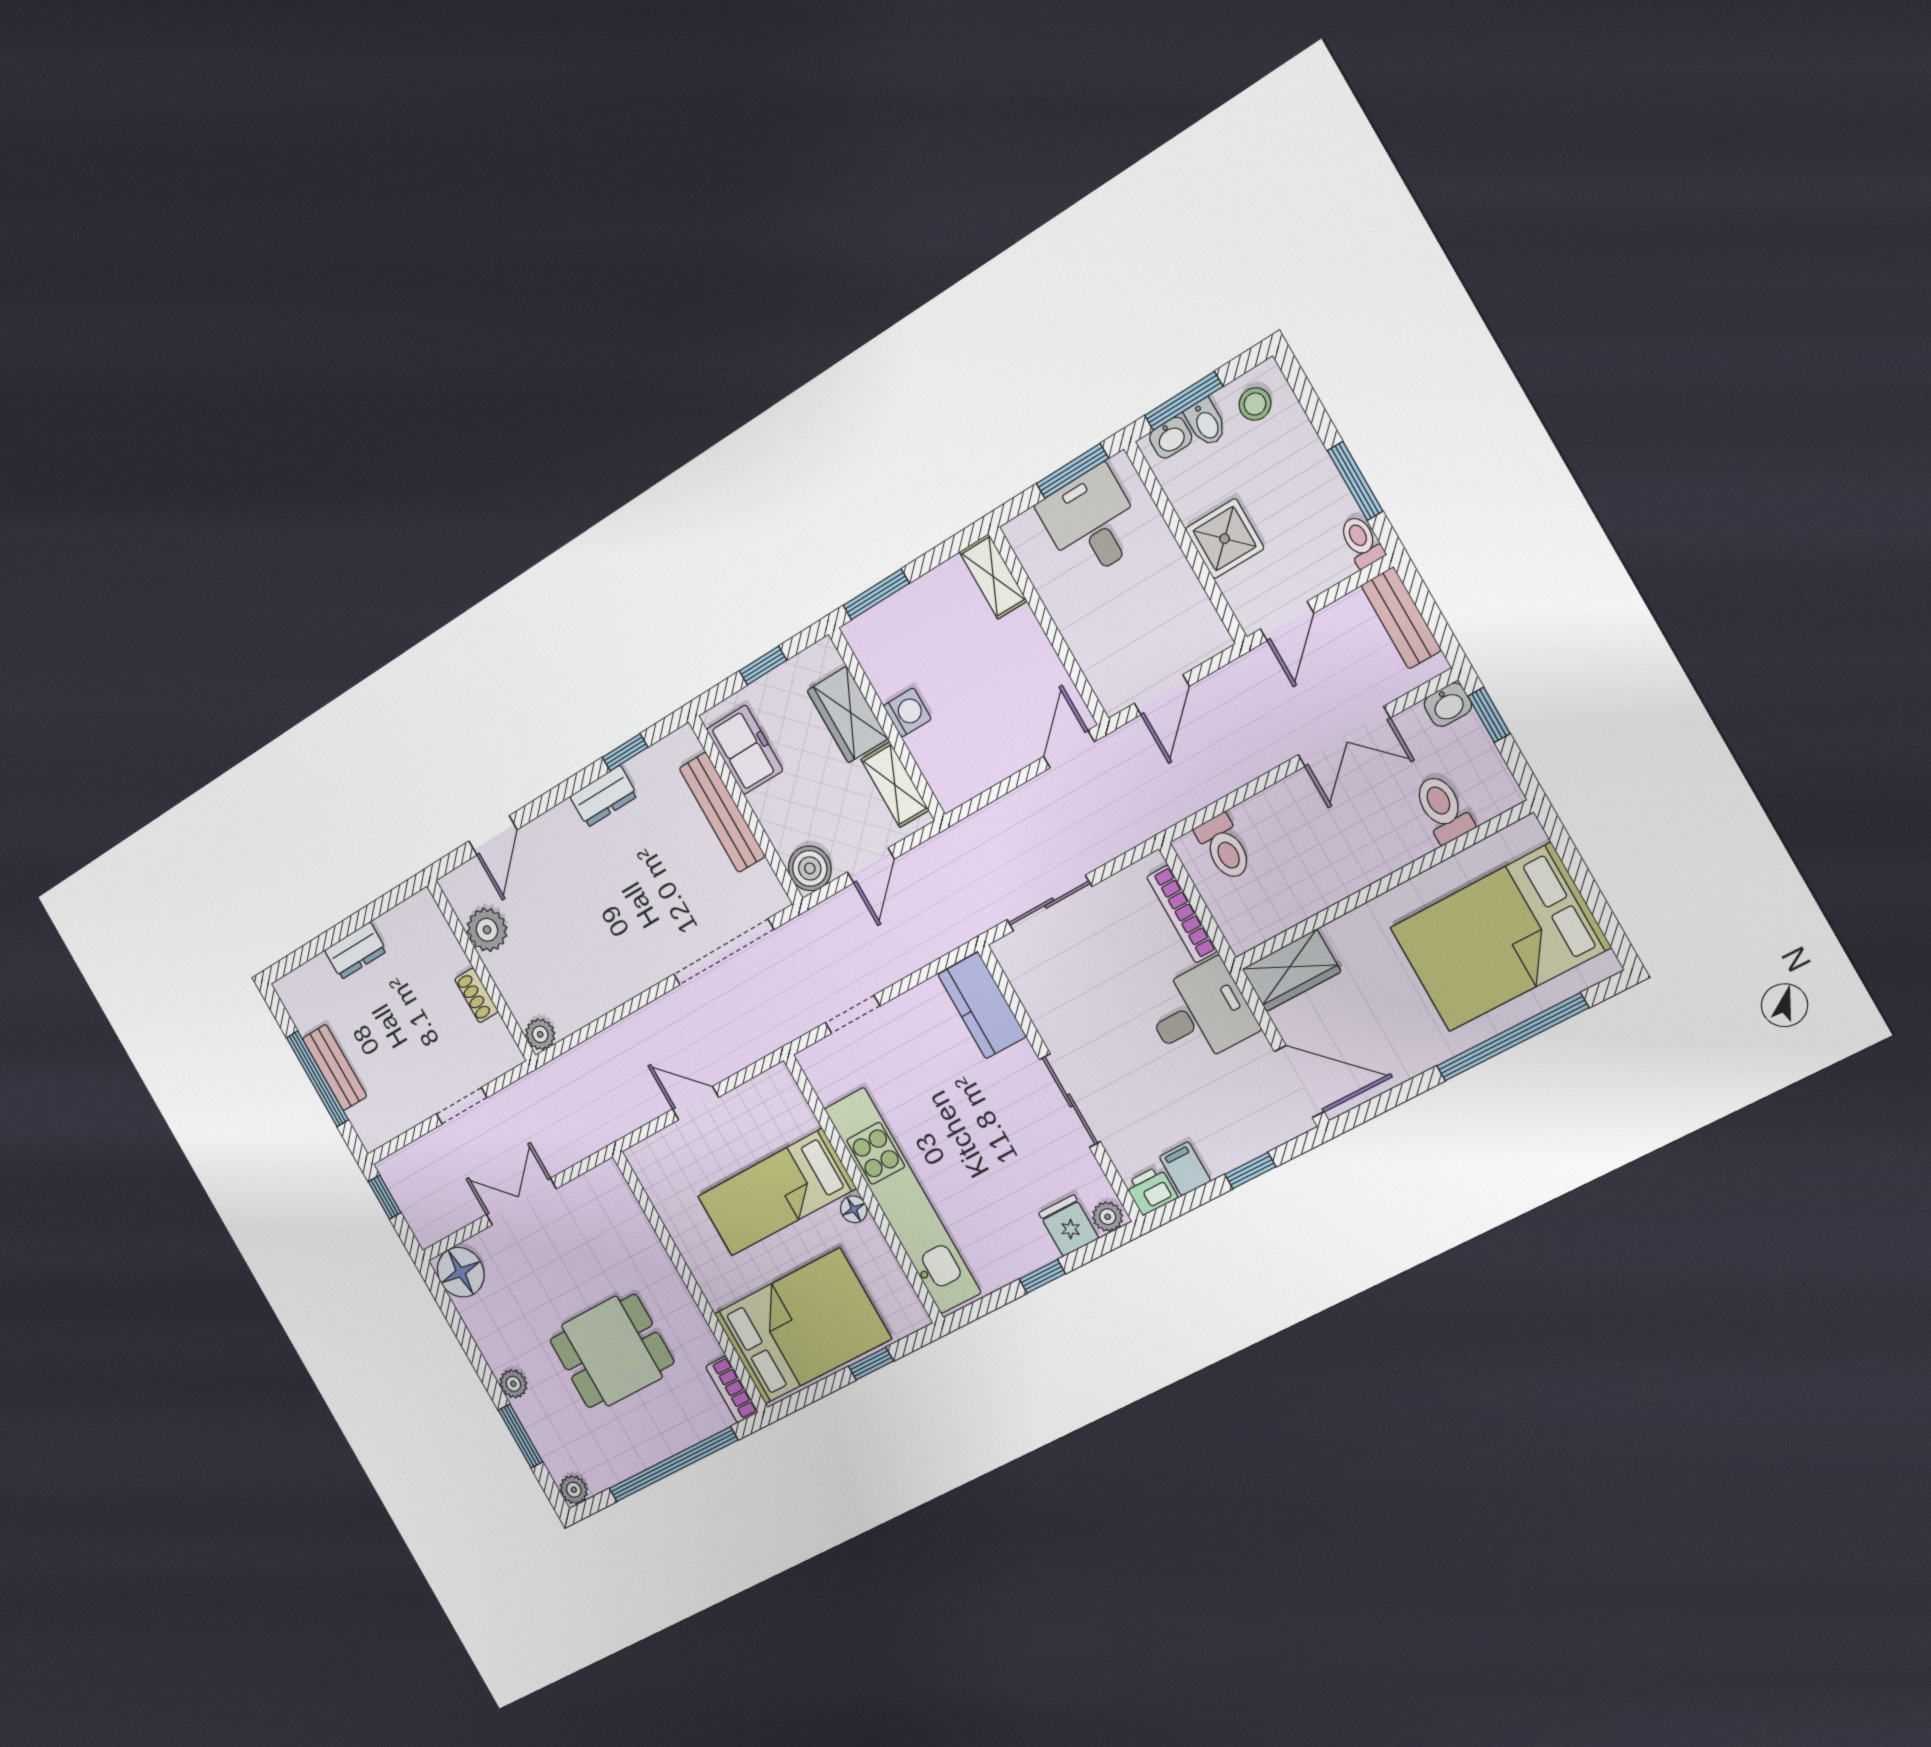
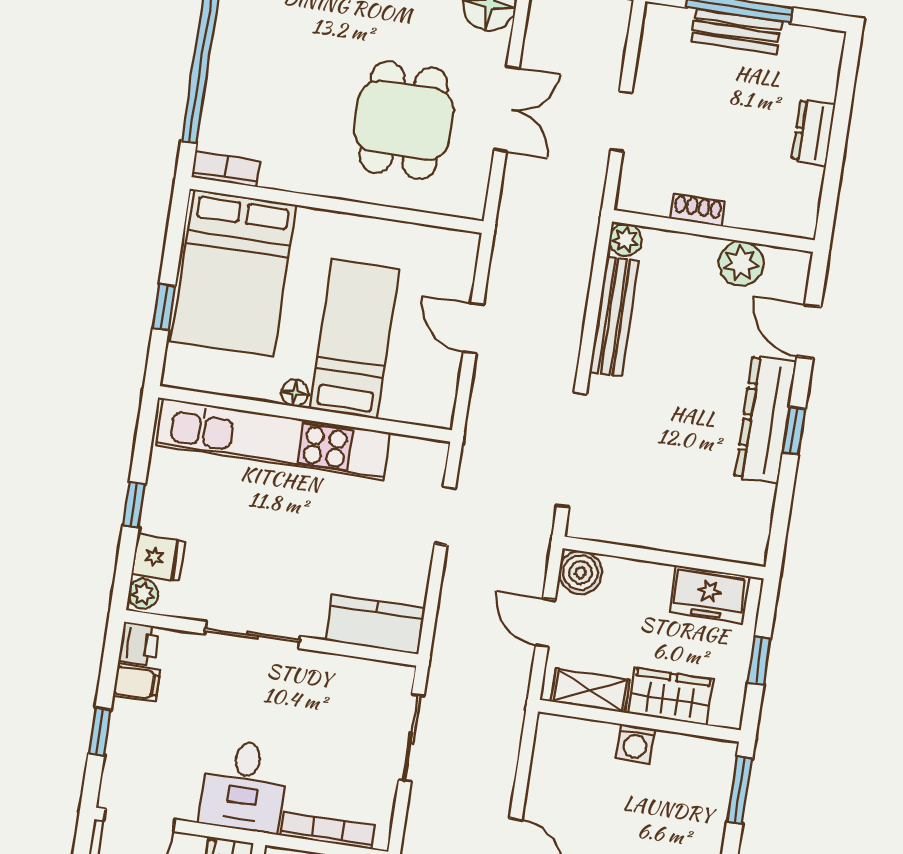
window: (625, 752) -> (794, 431), moved
dresser: (604, 796) -> (765, 420), width x1.96, depth x1.24
bench: (722, 812) -> (614, 317), moved, turned 90
door: (696, 1103) -> (473, 328), swing flipped
dining table: (612, 1351) -> (404, 120), moved

